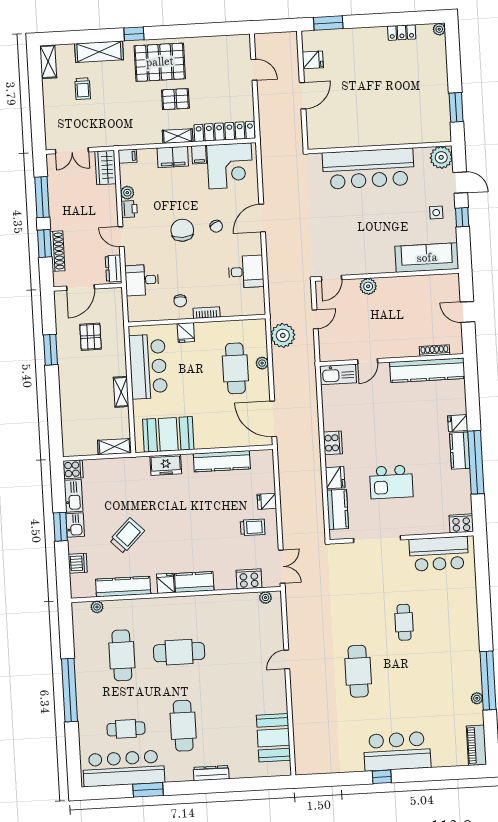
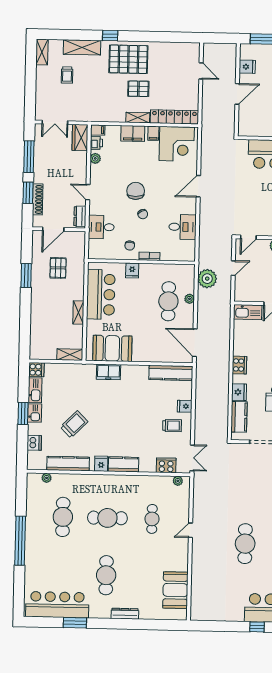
printer: (129, 209) -> (96, 143), moved
chair: (216, 226) -> (143, 214), moved
kitchen counter: (222, 461) -> (171, 373), moved
cafe table: (126, 729) -> (152, 519), moved, turned 90

